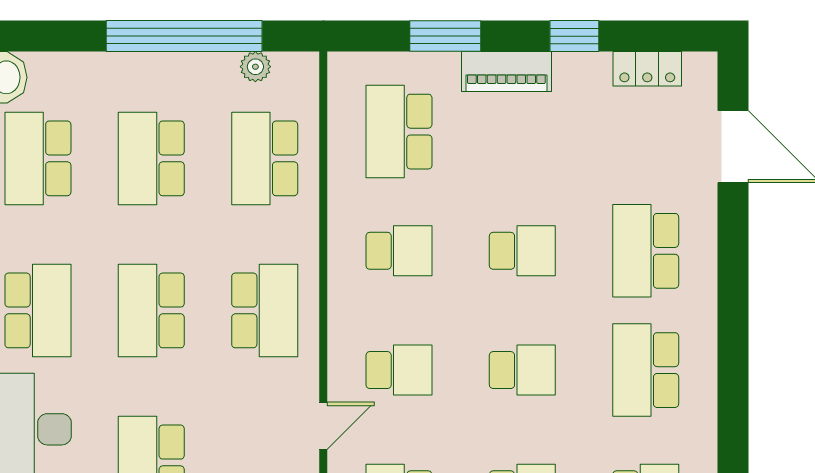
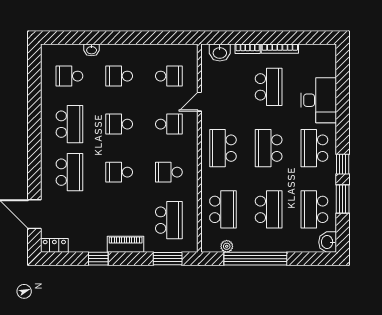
window: (445, 36) -> (168, 259), moved
locker: (647, 69) -> (54, 245), moved
school desk: (38, 158) -> (314, 209), turned 180
school desk: (151, 310) -> (269, 148), turned 180
school desk: (399, 370) -> (169, 124), turned 180

